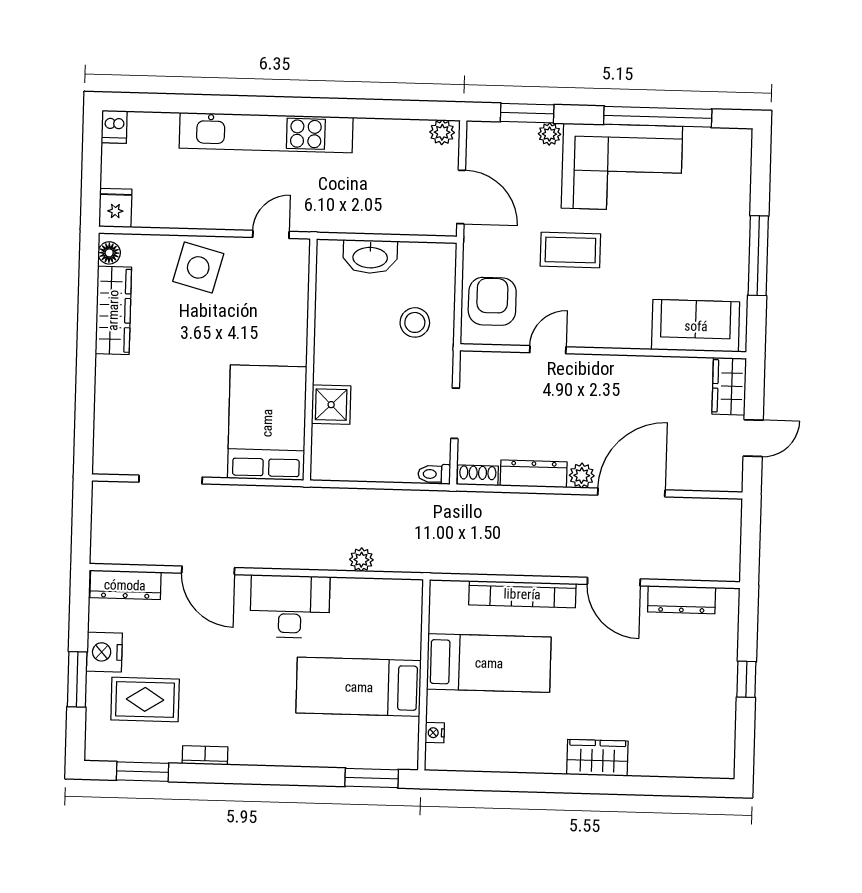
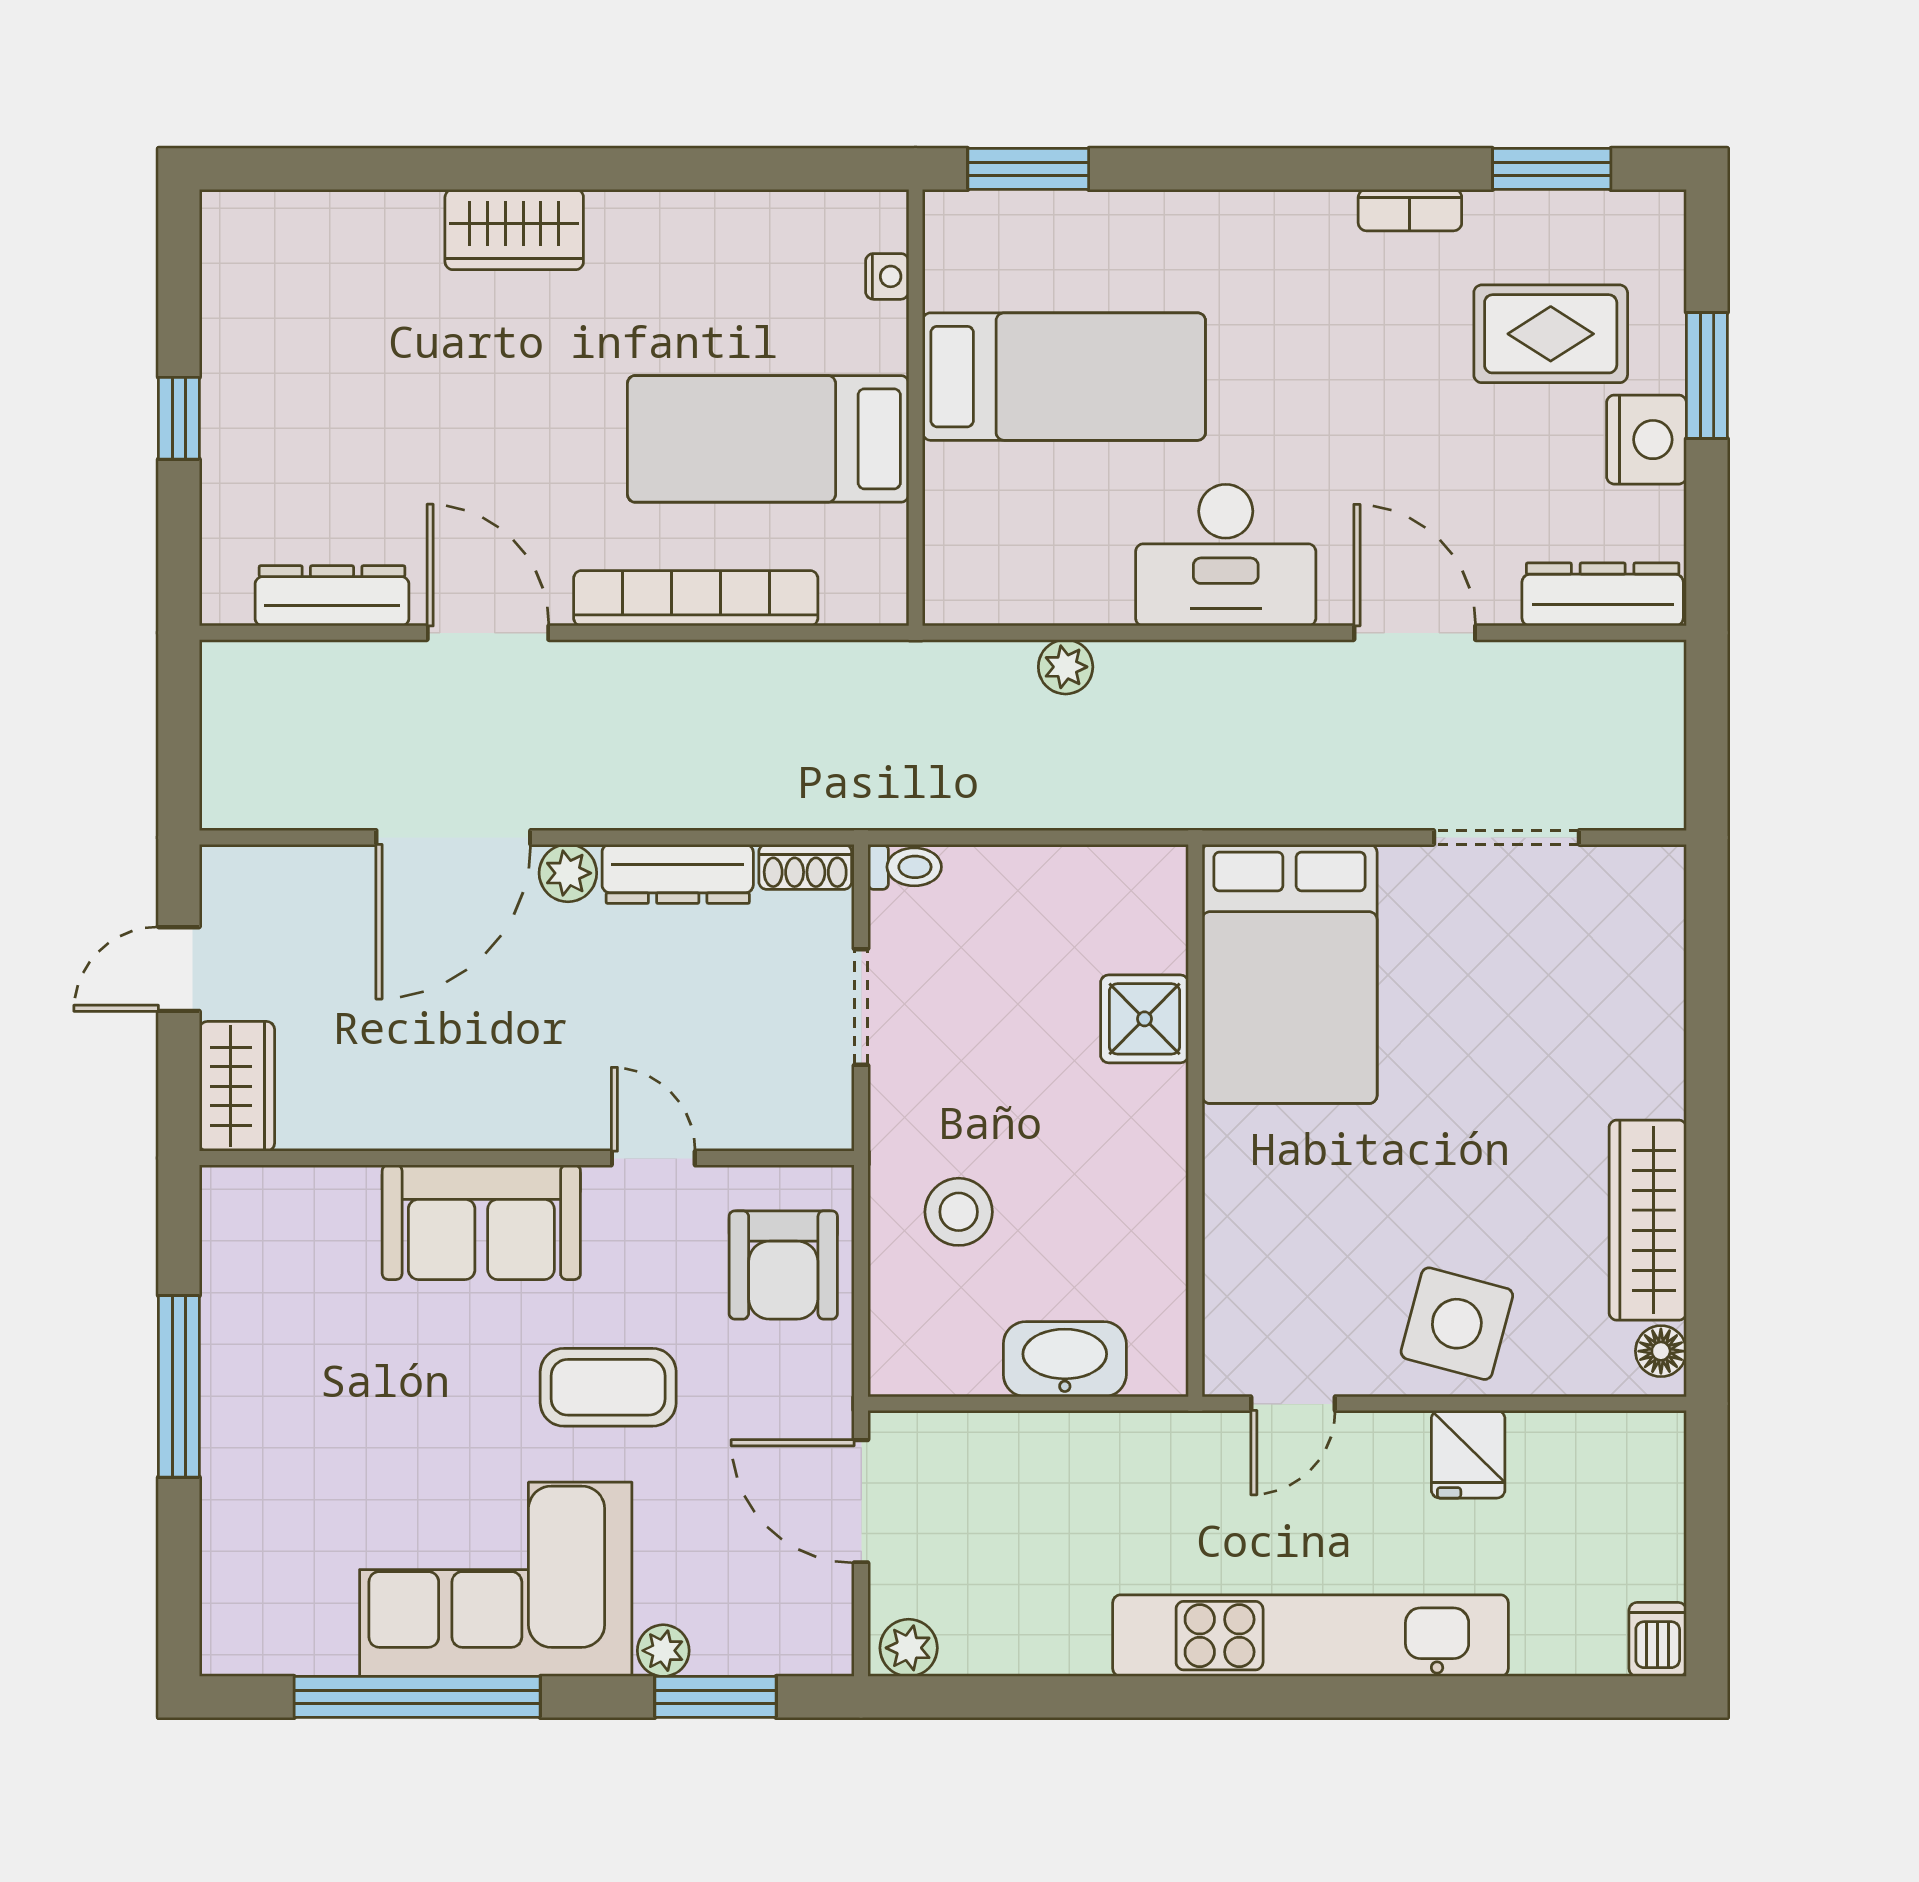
fridge: (115, 208) -> (1468, 1454), moved
sofa: (696, 326) -> (481, 1222), moved
door: (548, 350) -> (653, 1158), swing flipped

